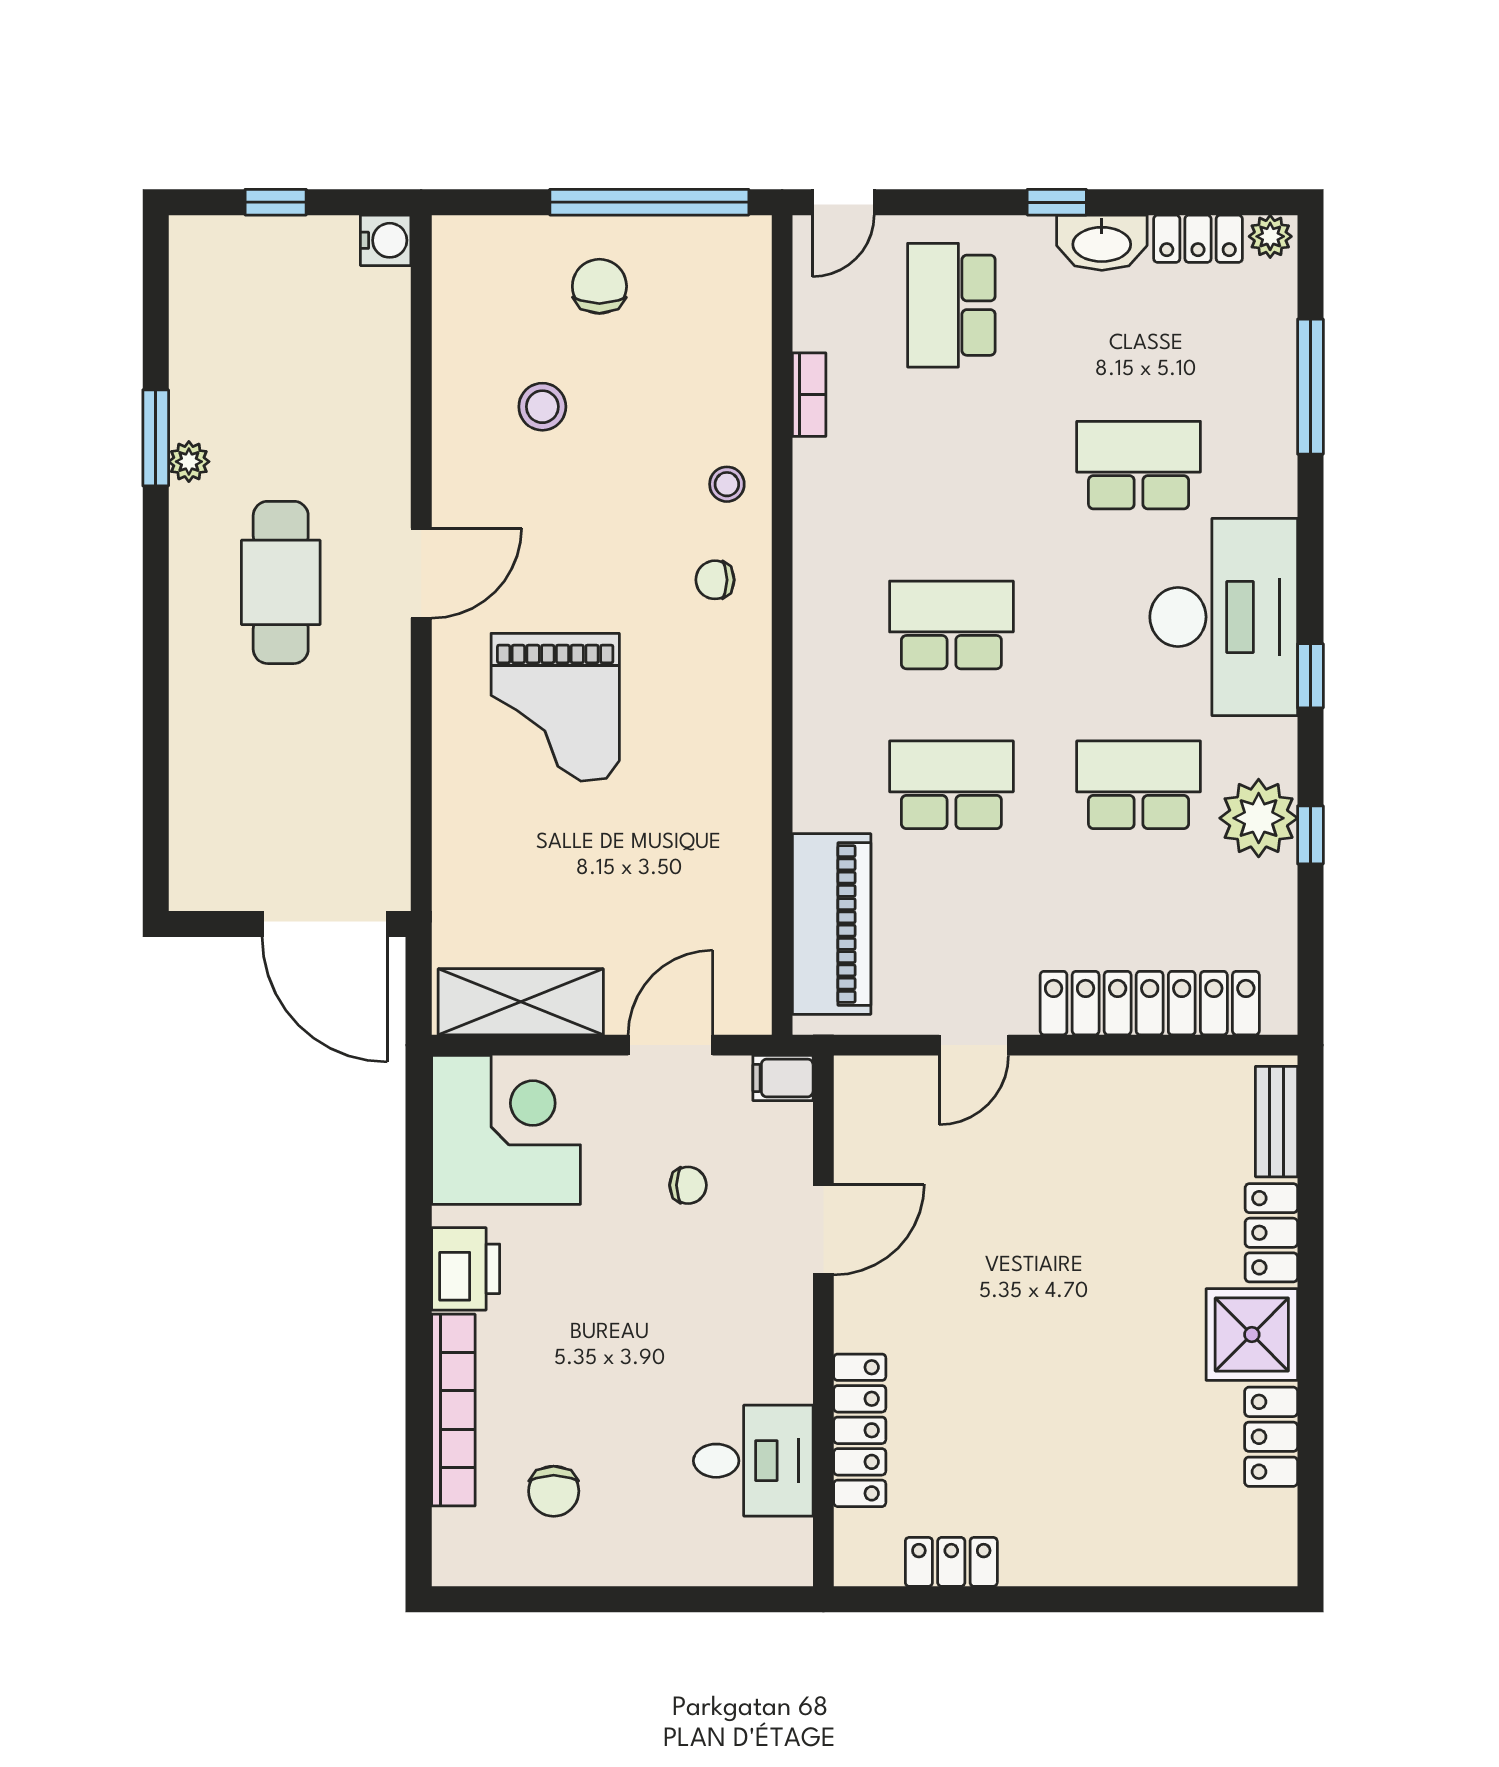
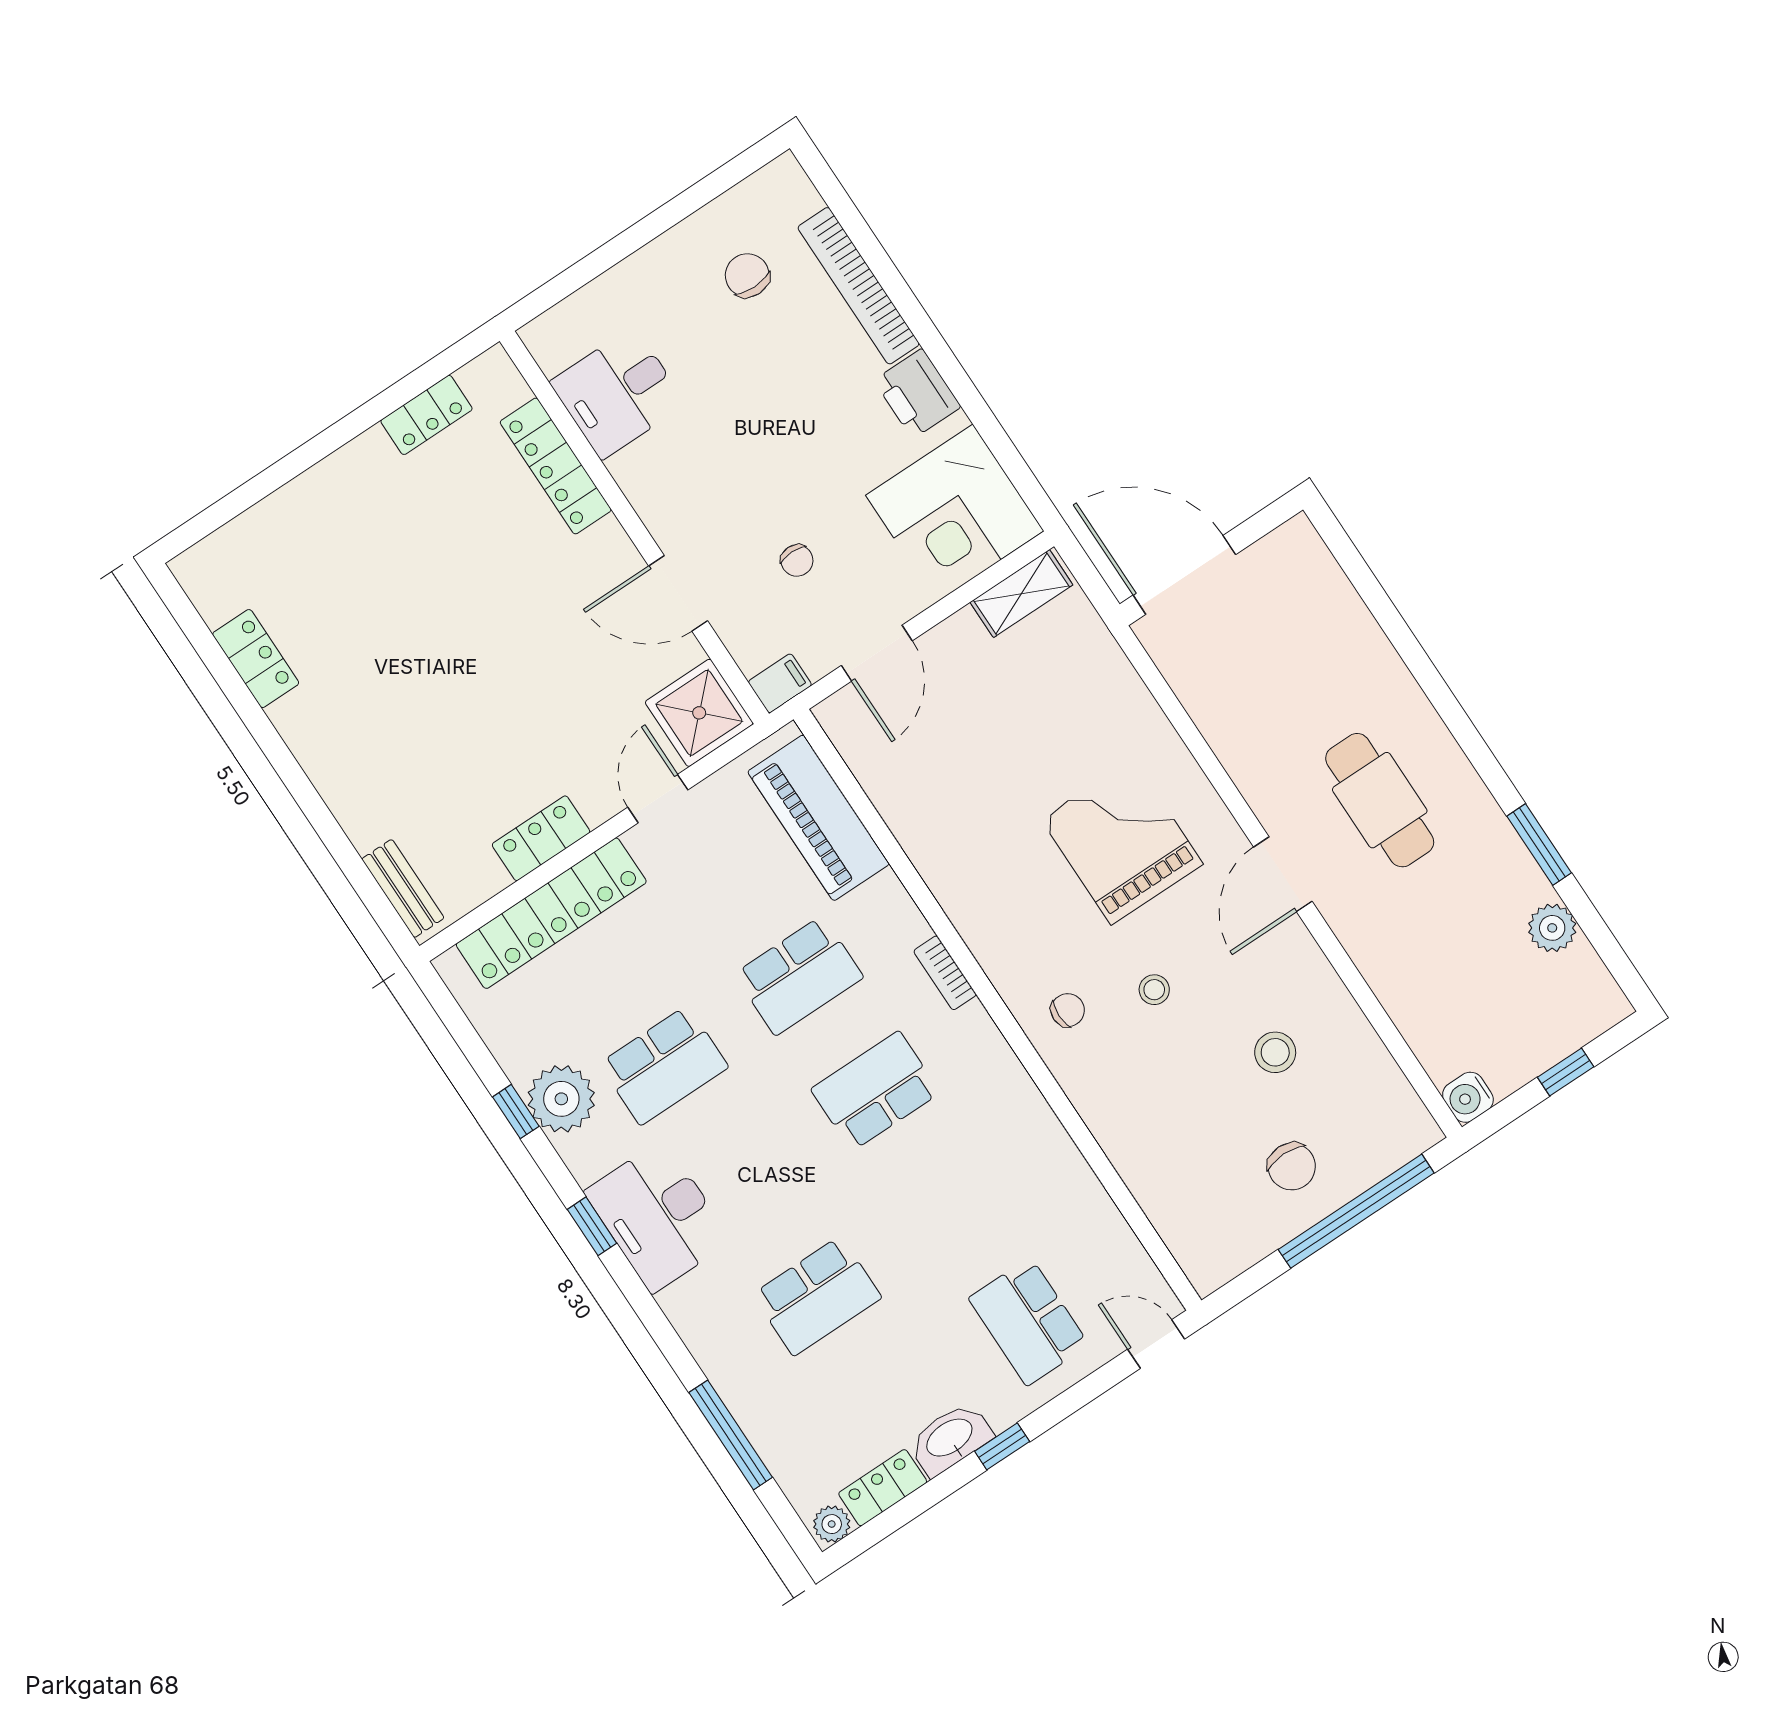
window: (649, 202) -> (1356, 1211), moved
door: (843, 202) -> (1156, 1344), hinge flipped
school desk: (951, 305) -> (1029, 1322), turned 180
bookcase: (809, 395) -> (945, 973), moved
plant: (189, 462) -> (1552, 928), moved, width x1.38, depth x1.38
stool: (727, 484) -> (1154, 990), moved
desk: (1224, 617) -> (658, 1216), width x0.73, depth x0.77
school desk: (951, 625) -> (875, 1091), turned 180
shelving: (521, 1002) -> (1021, 594), width x0.67, depth x0.75
chair: (688, 1185) -> (797, 560), turned -90
door: (823, 1230) -> (678, 593), hinge flipped
locker: (1271, 1233) -> (541, 838), moved, turned -90
shower: (1252, 1334) -> (699, 713), moved

